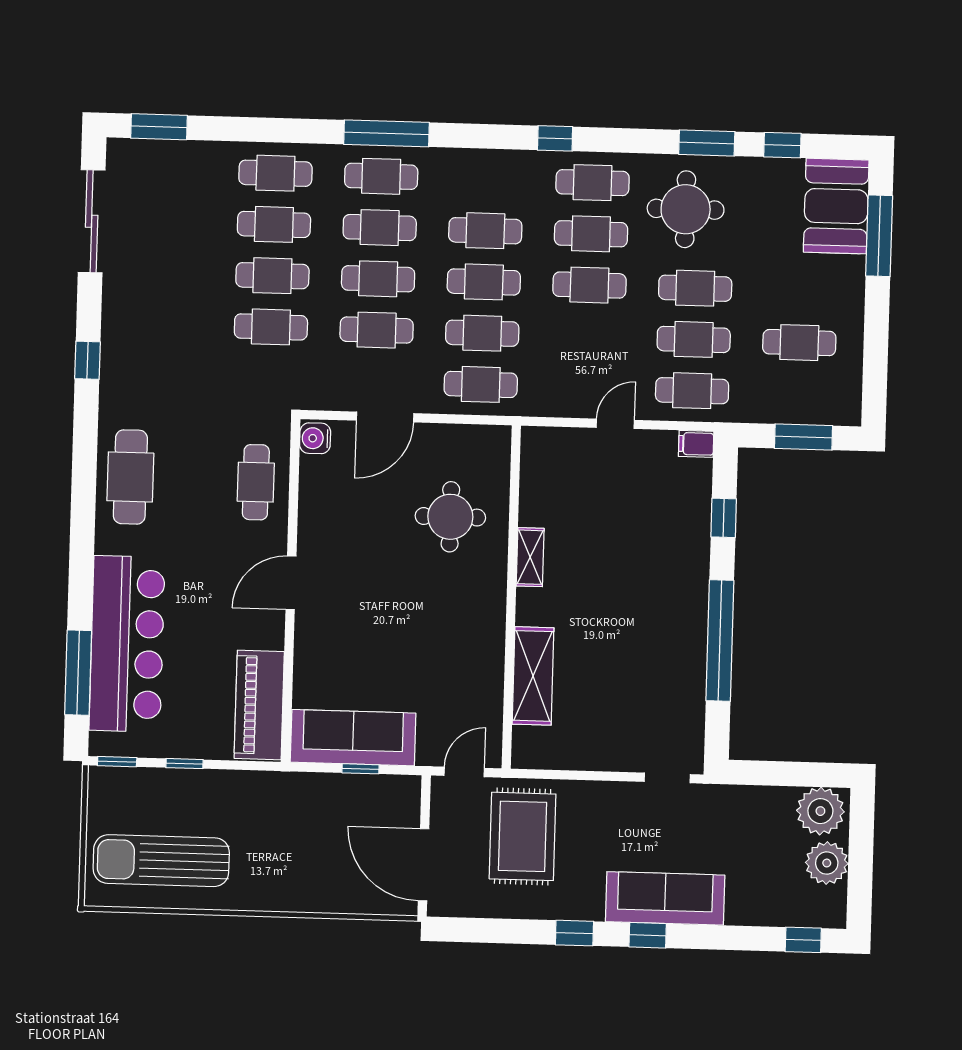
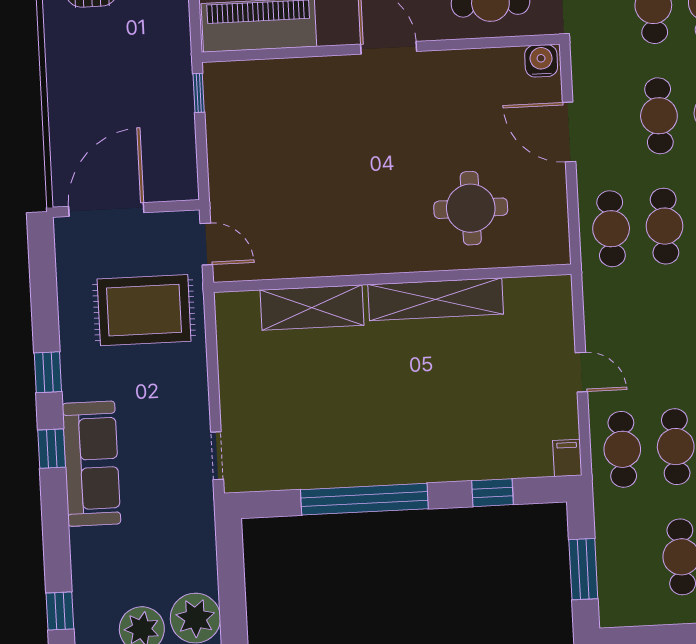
shelving: (530, 557) -> (436, 299), width x2.20, depth x1.33
sofa: (353, 738) -> (233, 125), removed
window: (361, 769) -> (199, 93), moved

